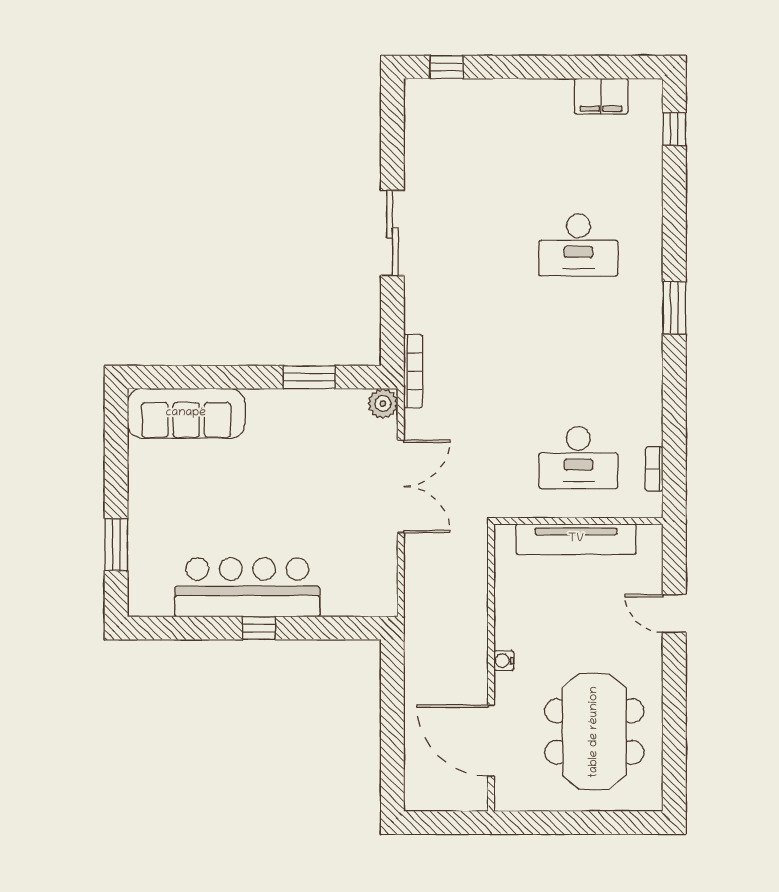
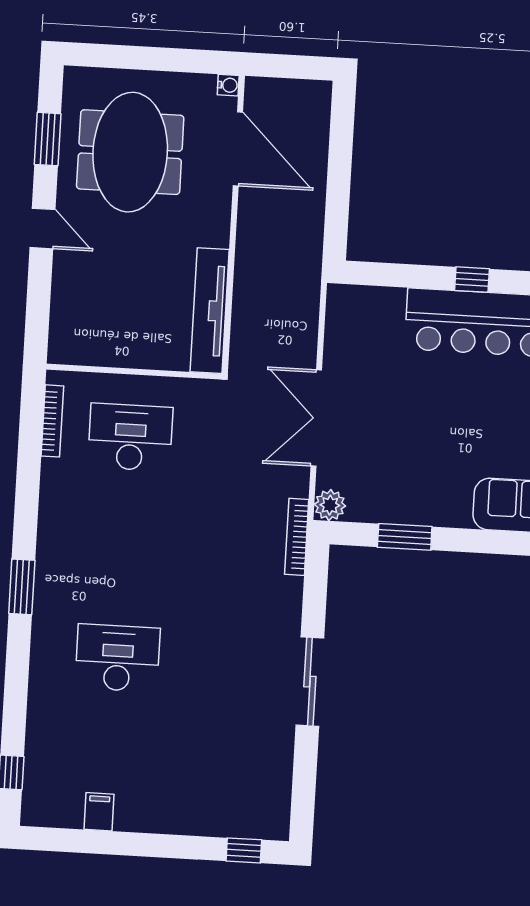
filing cabinet: (601, 96) -> (99, 812), width x0.50
bookcase: (654, 469) -> (52, 421), width x1.56
tv unit: (576, 539) -> (210, 311), moved, turned -90
door: (674, 614) -> (43, 228), moved
water cooler: (504, 661) -> (228, 85), moved
window: (674, 739) -> (48, 139), added

